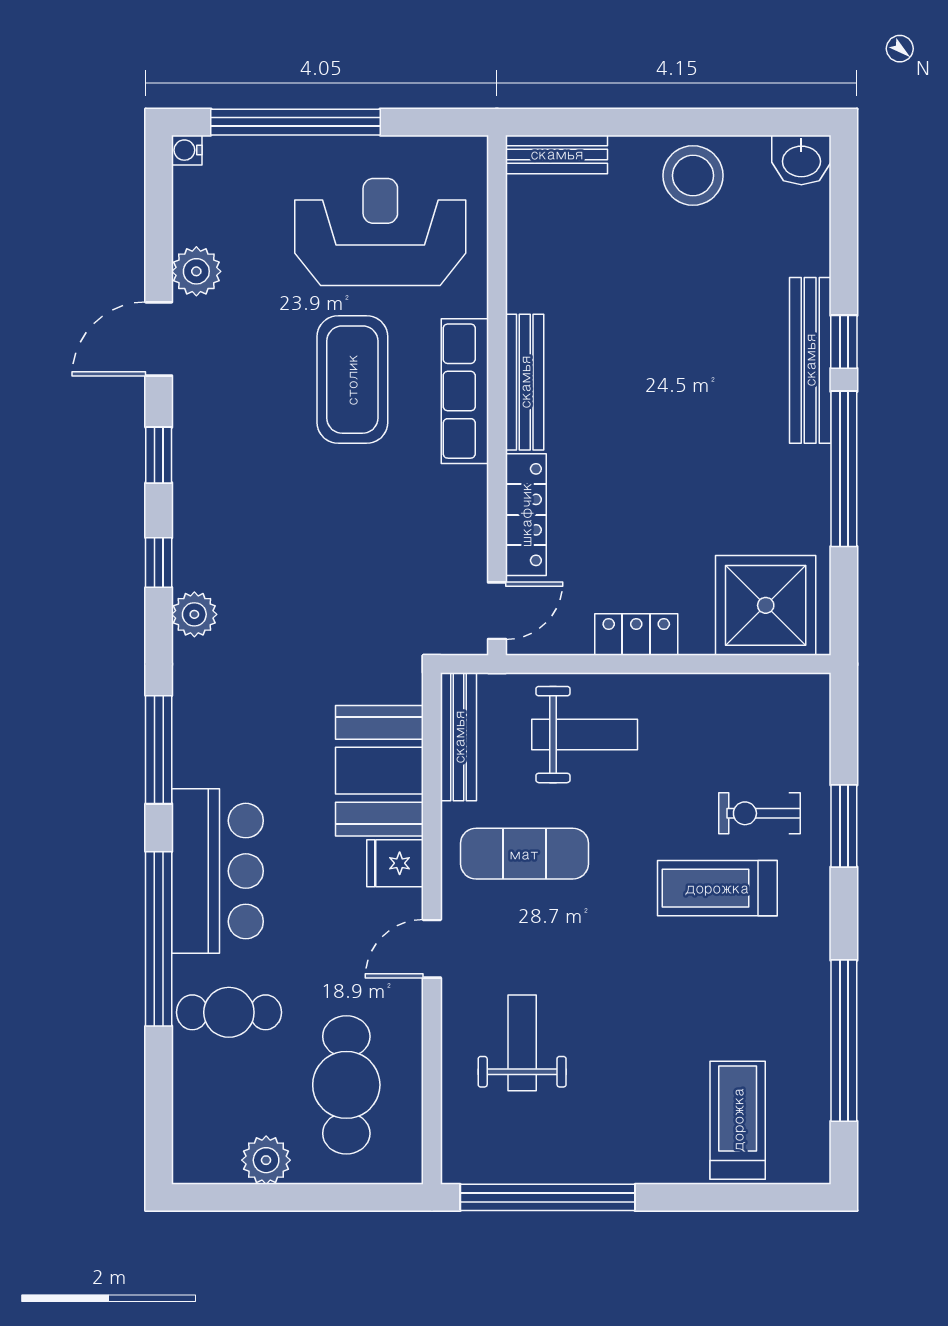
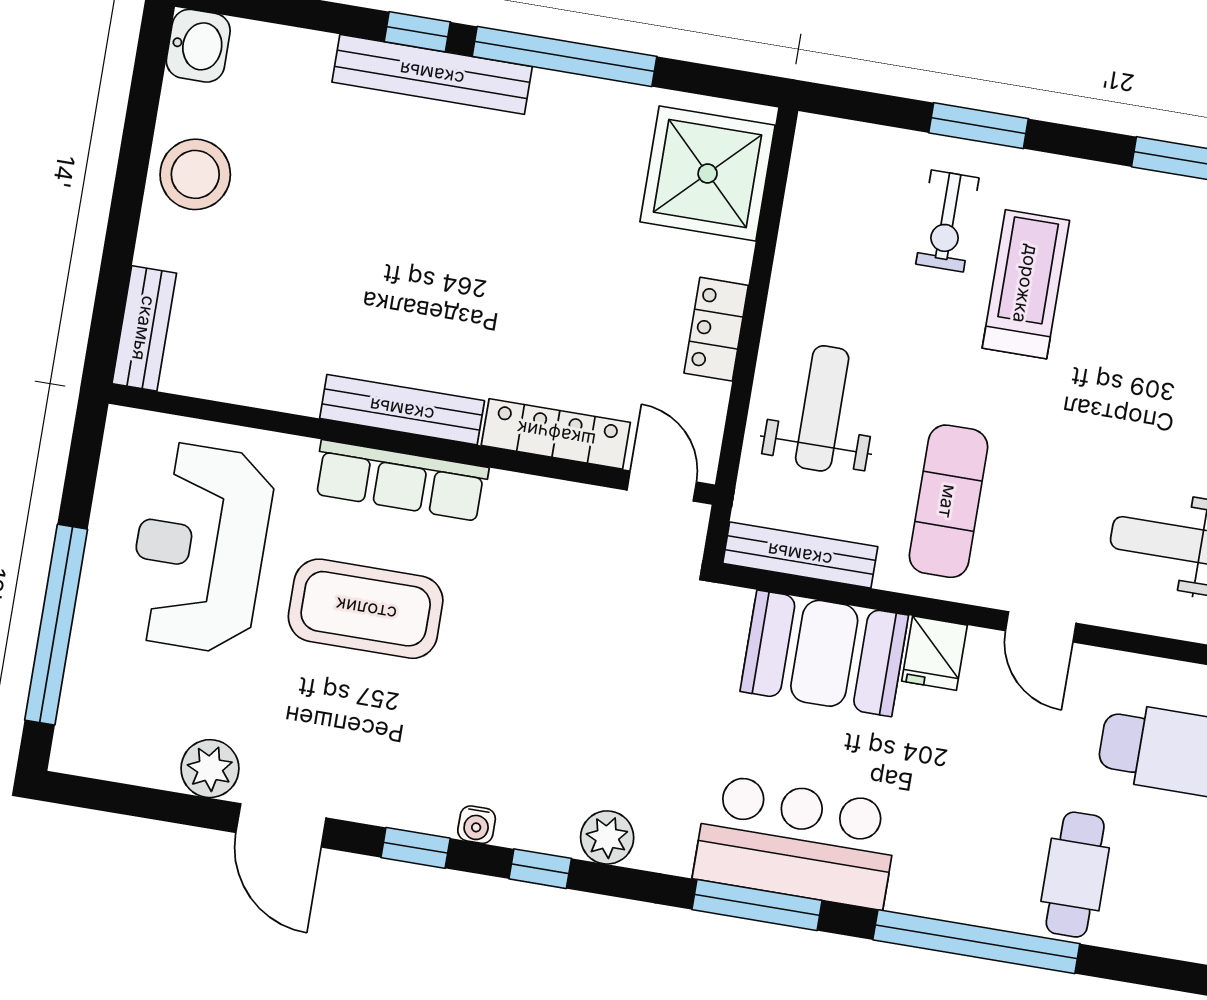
water cooler: (187, 150) -> (477, 825), moved
bar counter: (217, 871) -> (796, 842), moved
treadmill: (717, 888) -> (1026, 284), turned 180

